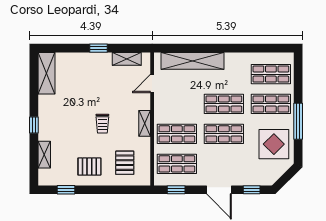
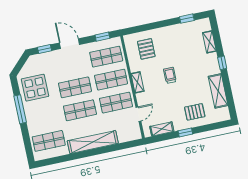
shelving: (192, 61) -> (93, 142), moved
shelving: (46, 73) -> (218, 91), moved
shop shelf: (271, 104) -> (116, 103), moved
pallet: (89, 167) -> (195, 112), moved

